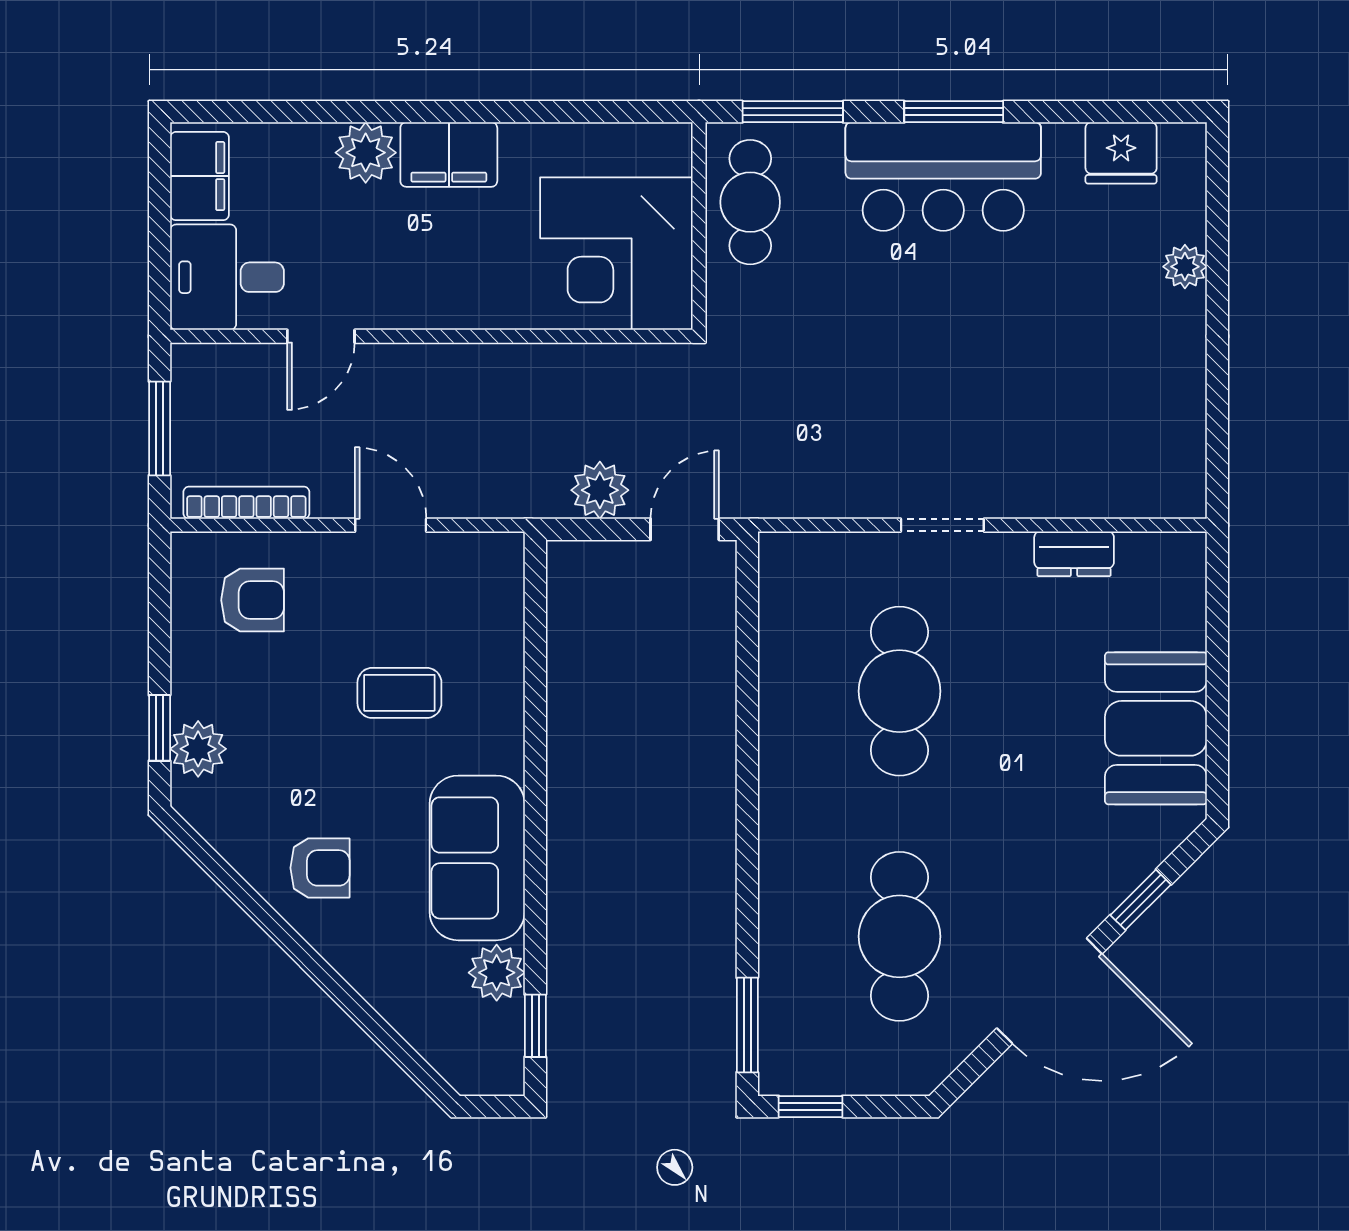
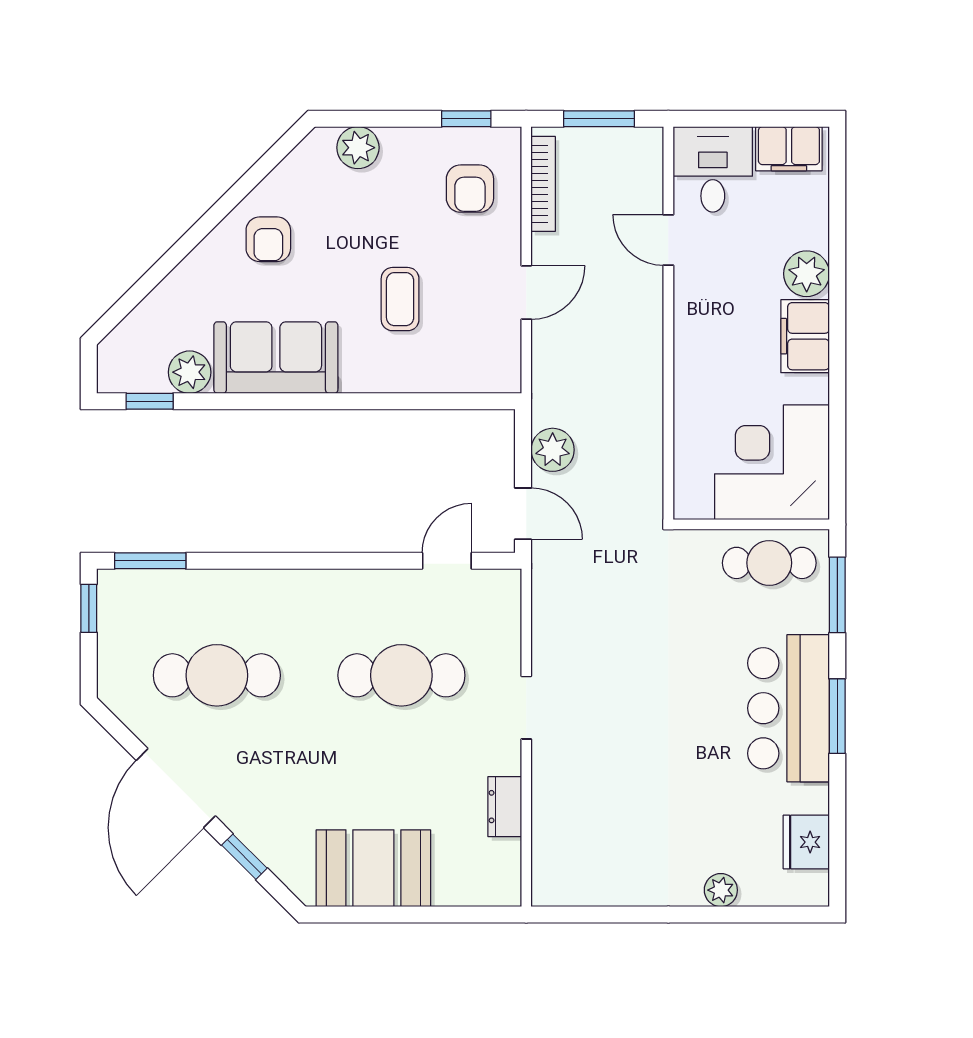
corner desk: (616, 254) -> (772, 462), moved
door: (747, 631) -> (447, 561), added
window: (160, 728) -> (466, 119), moved

